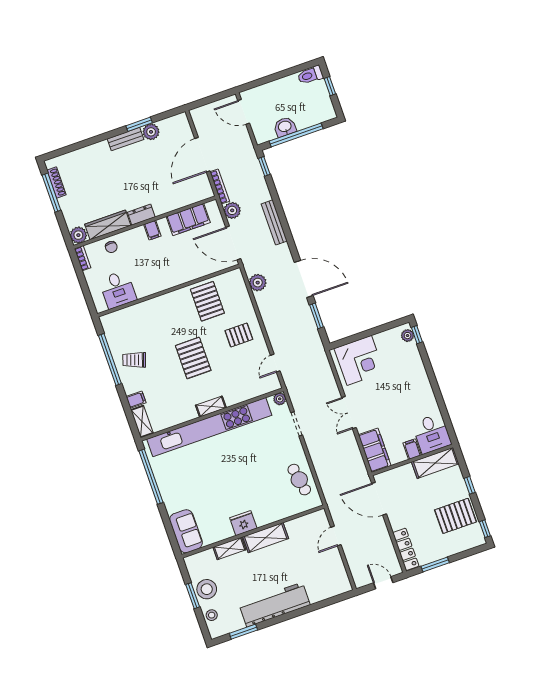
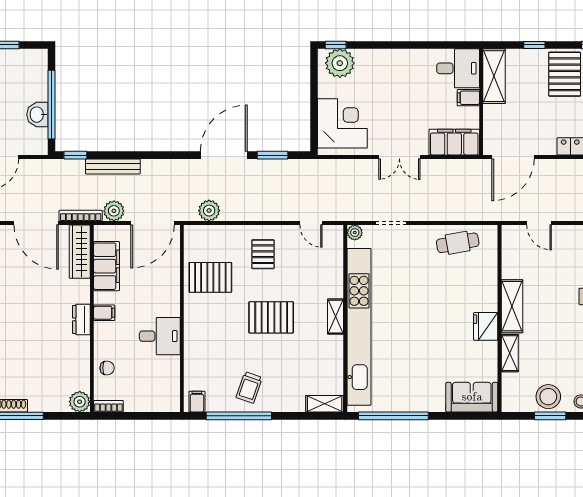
bench: (274, 222) -> (113, 166), moved
wardrobe: (108, 225) -> (80, 252), moved
desk: (118, 290) -> (160, 336), moved
plant: (408, 336) -> (340, 63), width x1.88, depth x1.88
filing cabinet: (136, 400) -> (197, 402), moved

